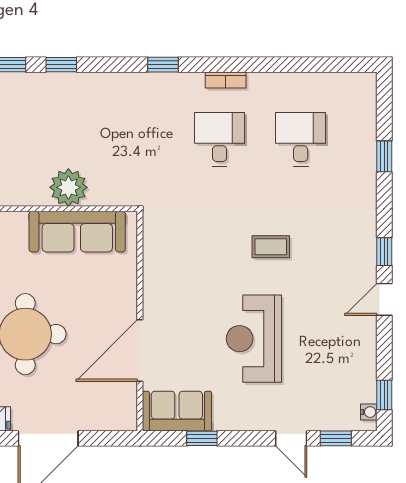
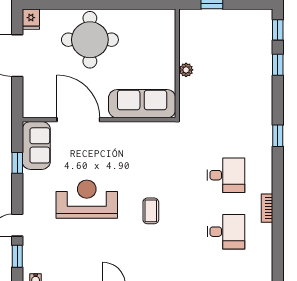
bookcase: (226, 80) -> (267, 208), moved
plant: (68, 187) -> (186, 70), width x0.53, depth x0.53
sofa: (77, 232) -> (142, 104), moved, turned 90

